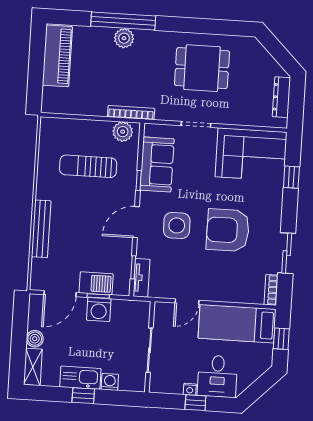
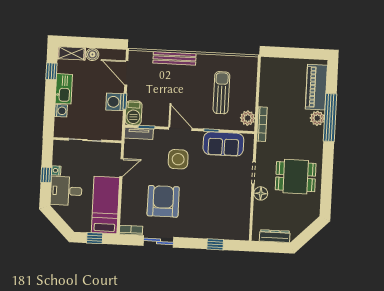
piano: (57, 56) -> (316, 87), moved, turned 90
dining table: (202, 68) -> (296, 177), turned 90
floor lamp: (224, 115) -> (261, 193), added
corner sofa: (251, 154) -> (232, 214), removed
armchair: (228, 230) -> (163, 201), moved
barbecue: (96, 283) -> (134, 113), moved
door: (187, 302) -> (121, 168), swing flipped
window: (83, 396) -> (51, 71), moved

